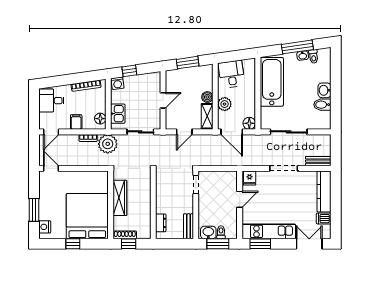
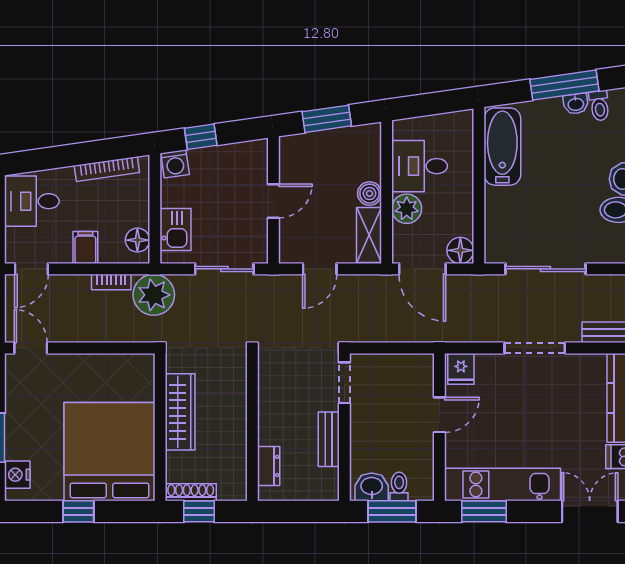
desk: (232, 74) -> (420, 166), moved, turned -82
bathtub: (272, 82) -> (502, 147), width x0.73, depth x0.73
bench: (189, 226) -> (329, 439), moved

